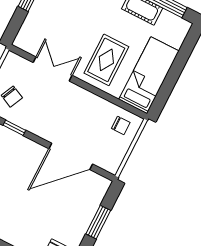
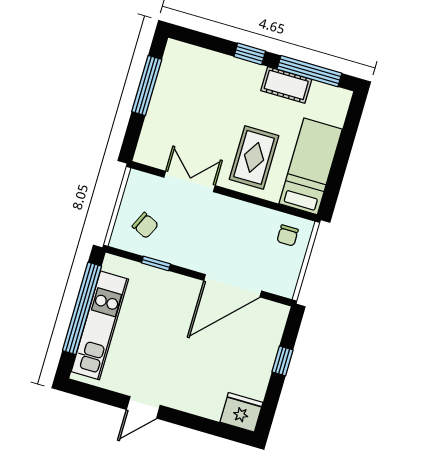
chair: (121, 125) -> (288, 235), turned 90
window: (98, 222) -> (282, 361), width x0.67

